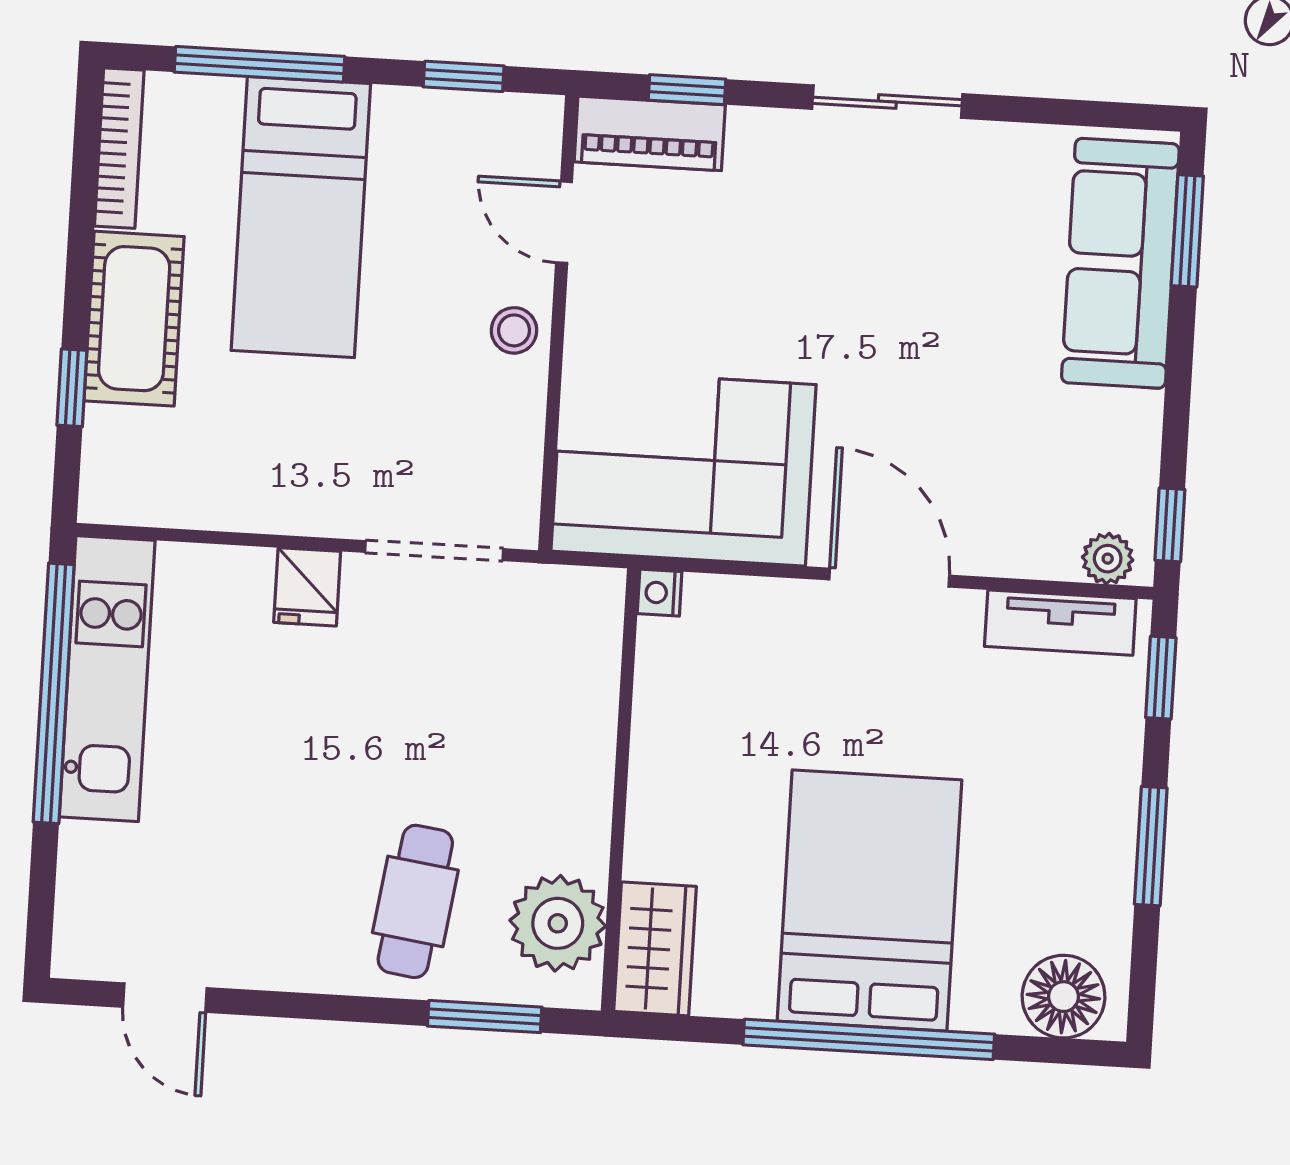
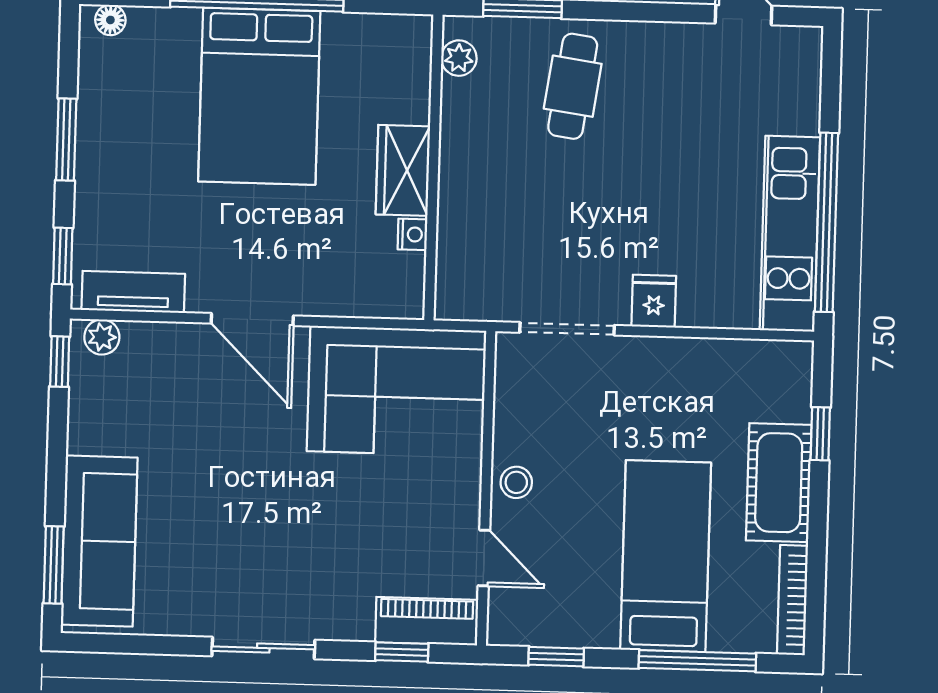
nightstand: (660, 593) -> (413, 234), moved
plant: (558, 923) -> (459, 58), width x0.53, depth x0.53
wardrobe: (655, 949) -> (403, 170), moved
floor lamp: (1063, 997) -> (110, 20), width x0.53, depth x0.53

